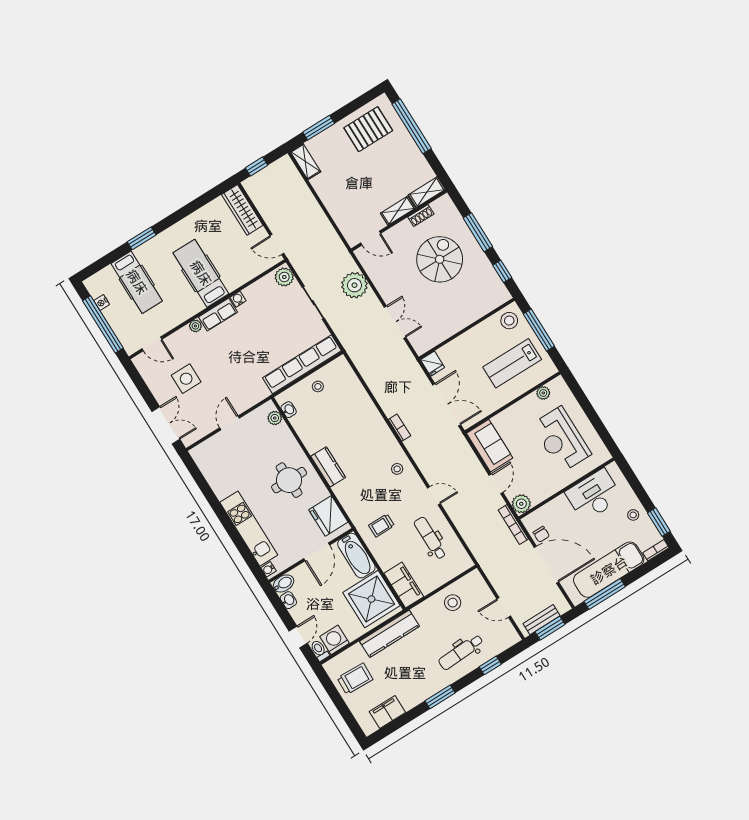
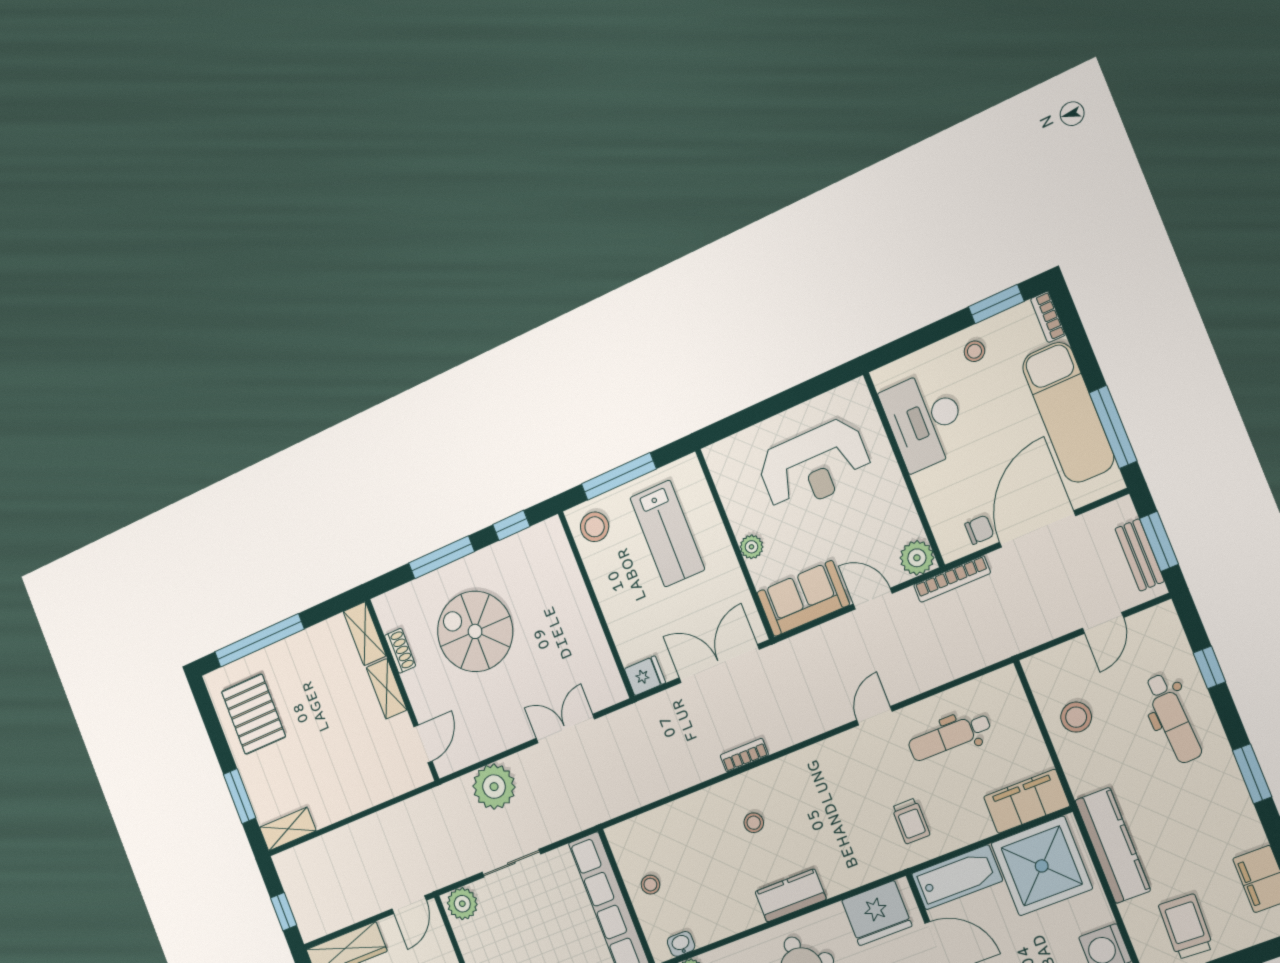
plant: (543, 393) -> (752, 547), moved
stool: (397, 469) -> (754, 823), moved

